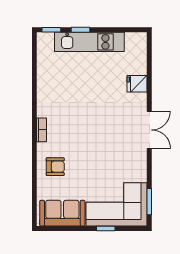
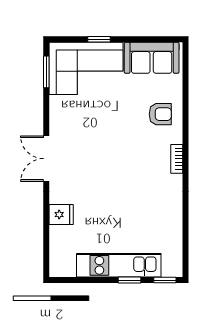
armchair: (55, 167) -> (160, 114), turned 180

